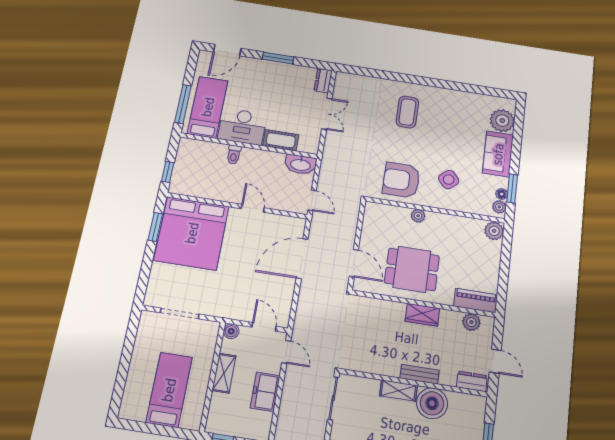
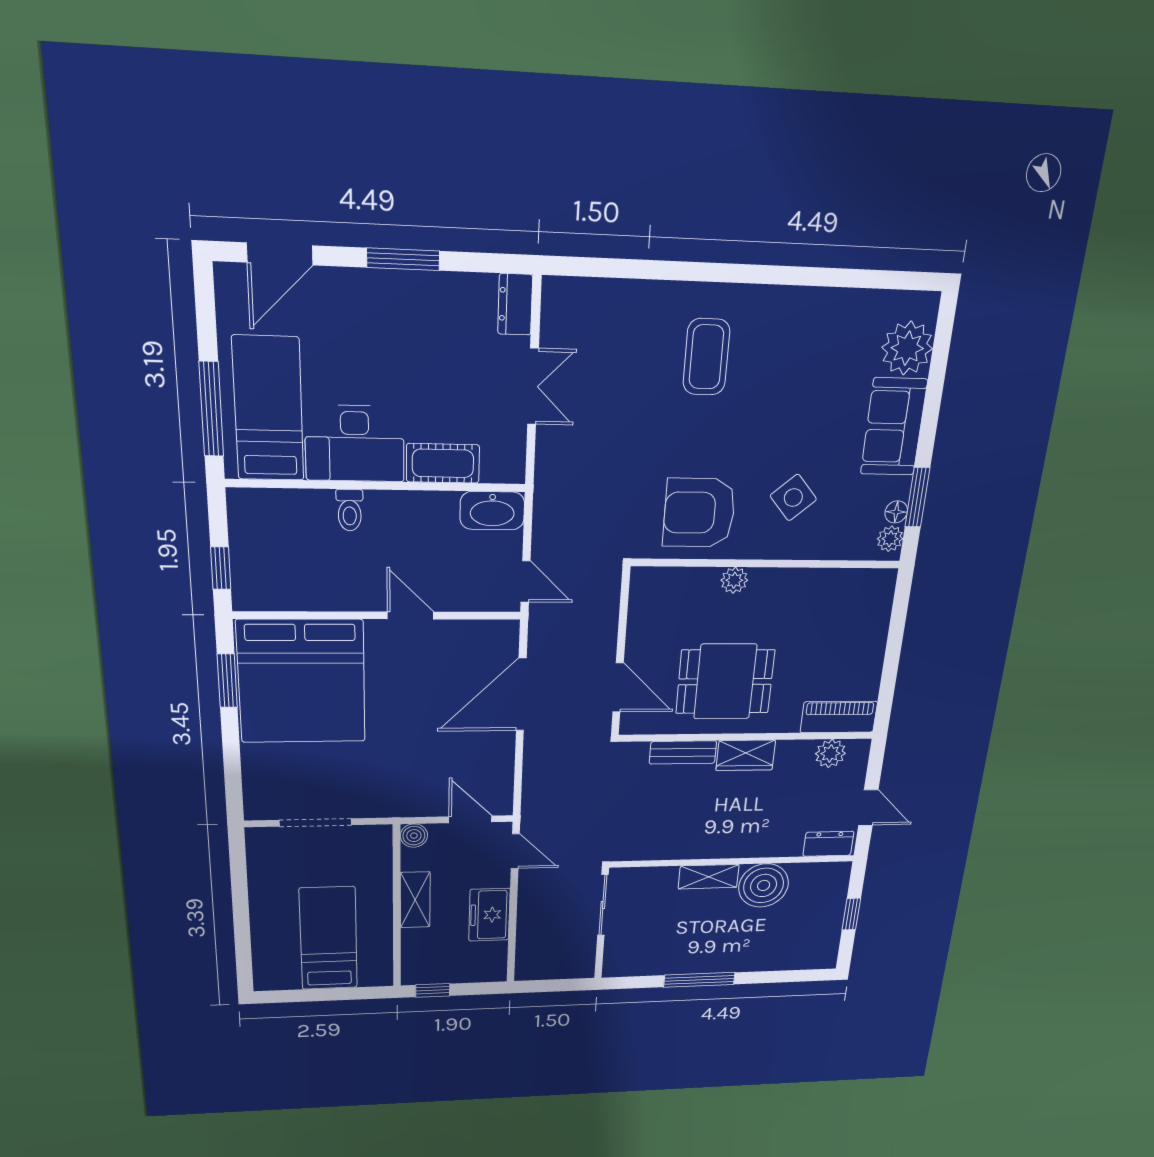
plant: (494, 231) -> (878, 587), removed
bench: (419, 374) -> (683, 752), moved

